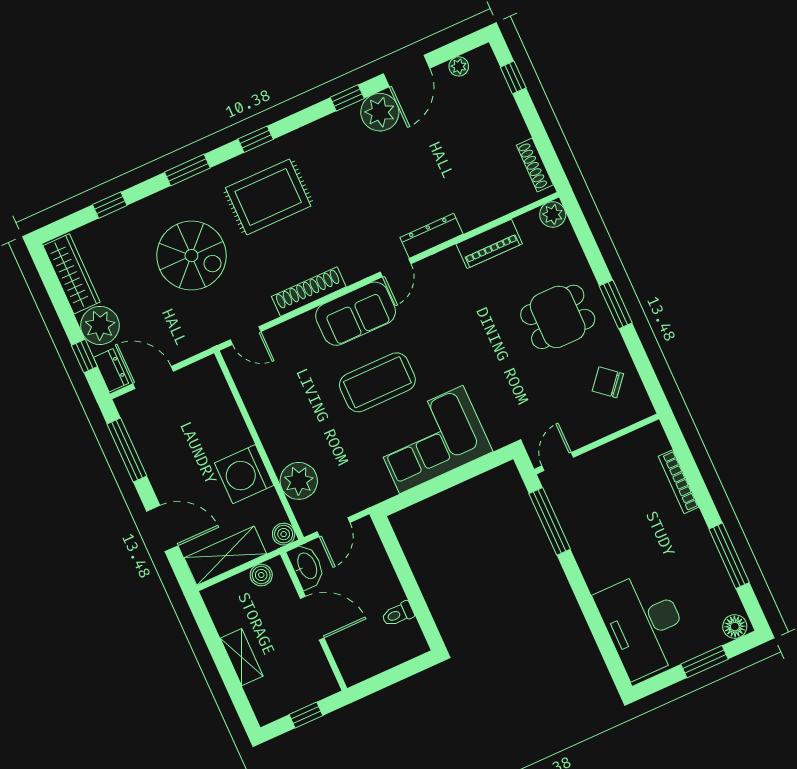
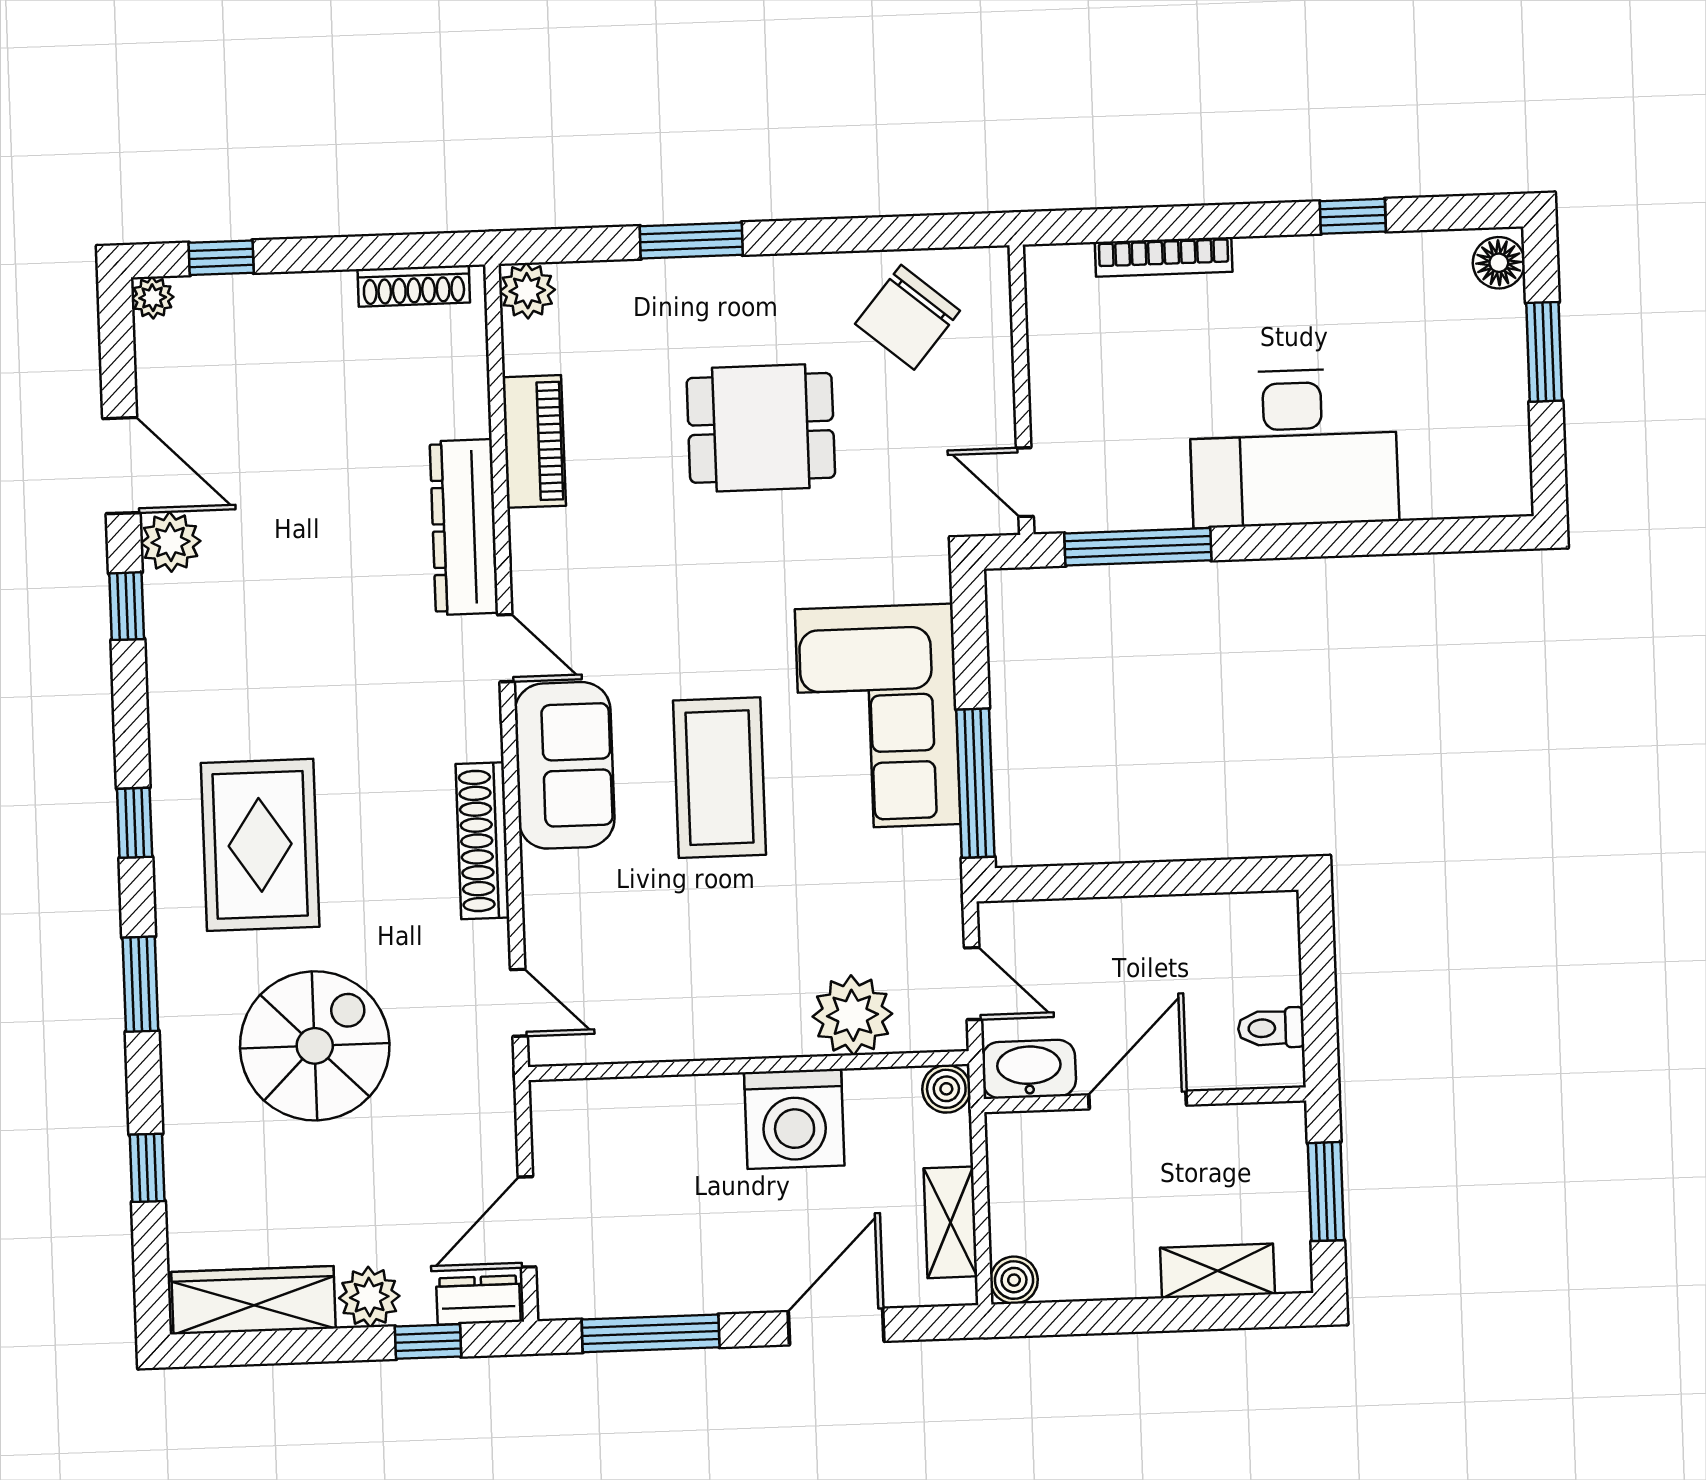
plant: (459, 66) -> (153, 298), moved
plant: (380, 112) -> (171, 542), width x0.73, depth x0.73
dresser: (431, 236) -> (464, 527), width x1.37, depth x1.24
window: (616, 304) -> (691, 241), moved
dining table: (558, 317) -> (761, 428), moved, turned 90
plant: (100, 325) -> (369, 1297), width x0.73, depth x0.73
door: (246, 336) -> (519, 1003), hinge flipped
chair: (608, 382) -> (908, 317), width x1.37, depth x1.37
window: (420, 493) -> (975, 783), added
shelving: (225, 556) -> (950, 1222), width x0.67, depth x0.75
window: (729, 556) -> (1353, 216), width x0.46
boiler: (261, 575) -> (1014, 1280), moved
toilet: (398, 614) -> (1271, 1028), moved, turned 90
desk: (644, 624) -> (1294, 448), moved
shelving: (242, 657) -> (1217, 1271), moved
window: (306, 715) -> (1326, 1192), width x1.50

